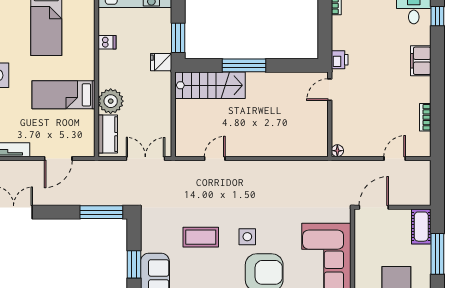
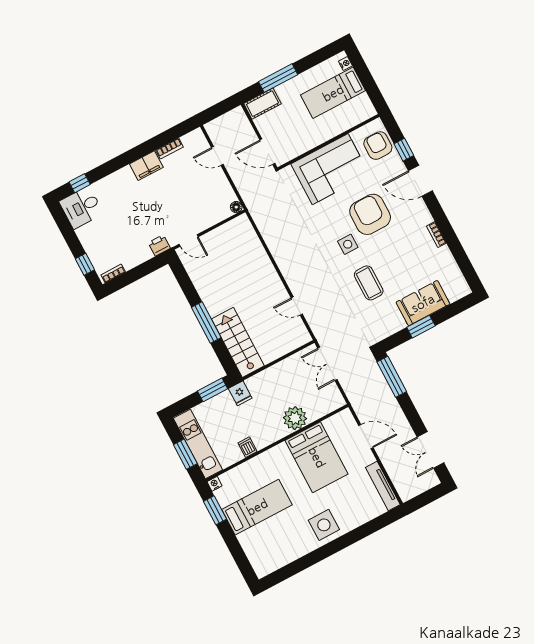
filing cabinet: (421, 61) -> (146, 166), moved
bed: (63, 95) -> (317, 457), width x1.50
kitchen counter: (108, 134) -> (324, 406), removed

